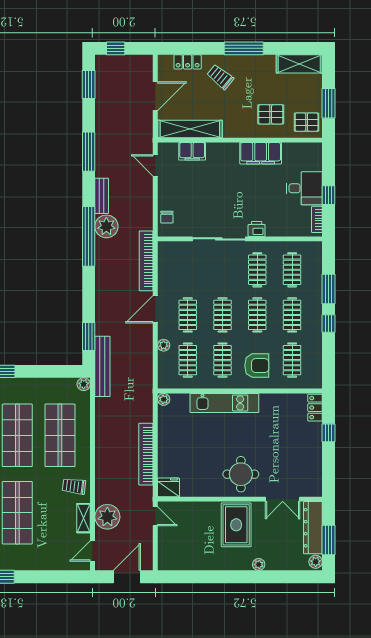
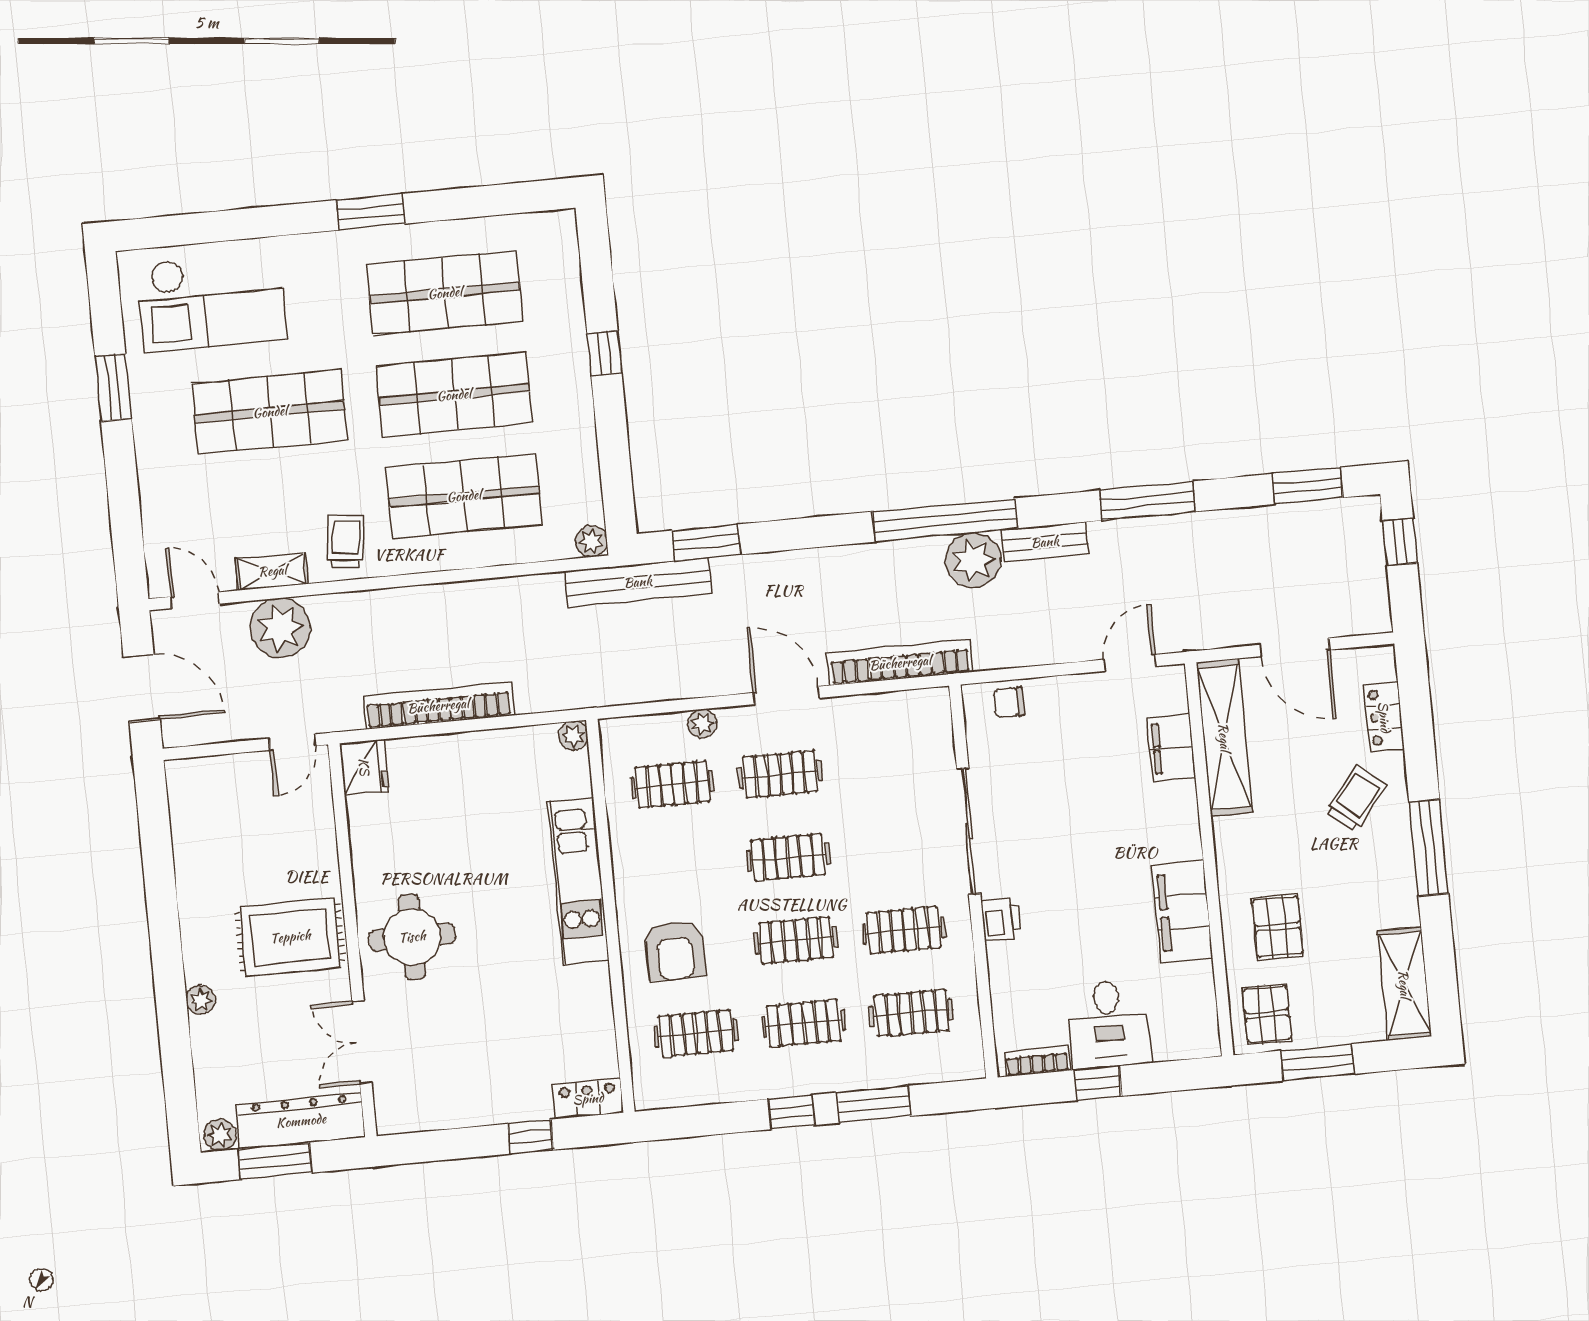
clothes rail: (223, 360) -> (680, 867), removed

